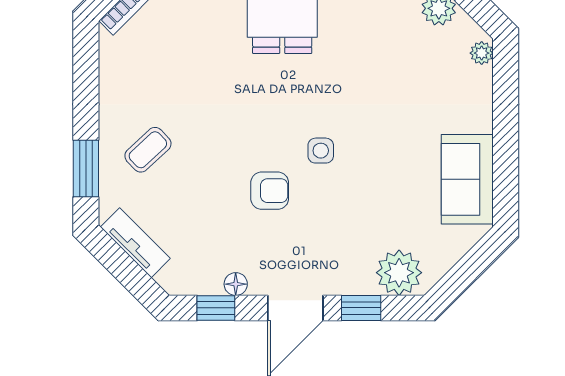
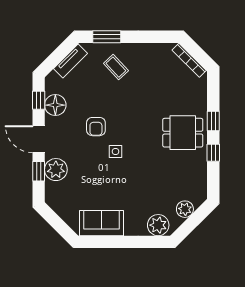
plant: (482, 53) -> (158, 225), width x1.88, depth x1.88
plant: (399, 273) -> (56, 170), moved
floor lamp: (236, 284) -> (55, 105), width x1.89, depth x1.89

